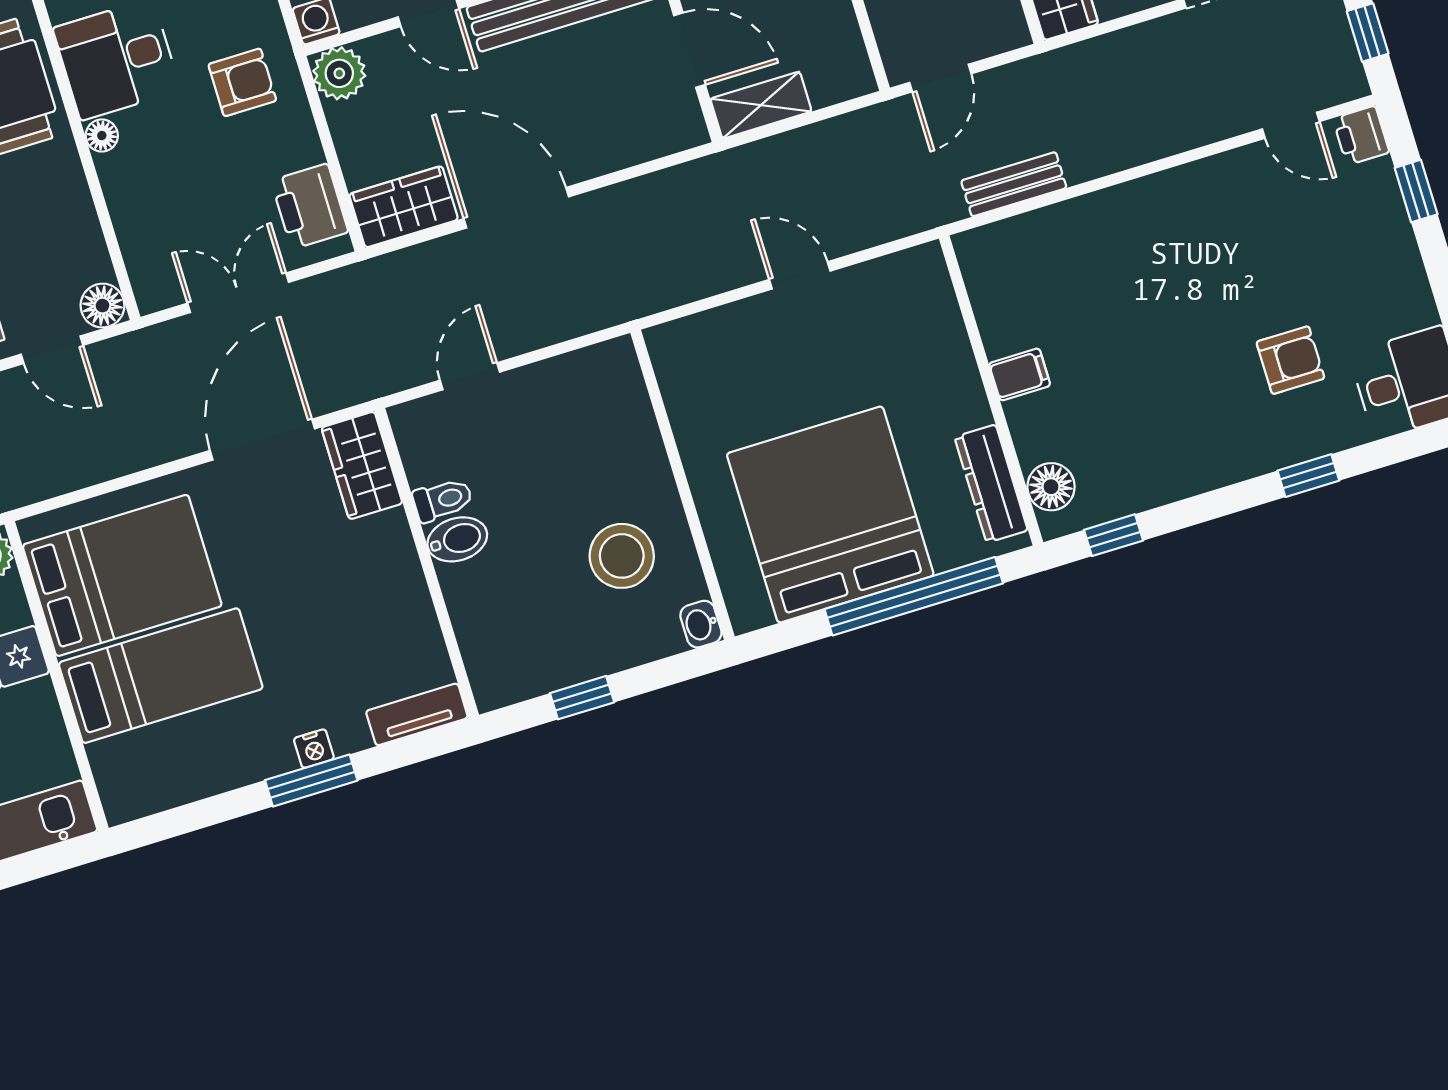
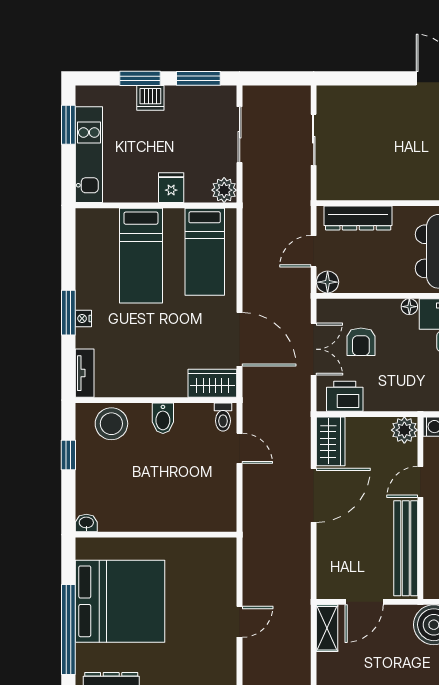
armchair: (242, 82) -> (361, 342), moved
toilet: (443, 500) -> (223, 417), moved
stool: (622, 556) -> (111, 424), moved
bed: (122, 575) -> (205, 252), width x0.67

